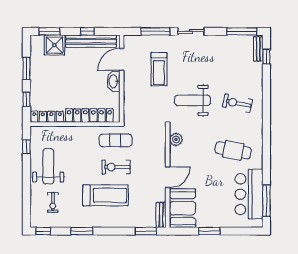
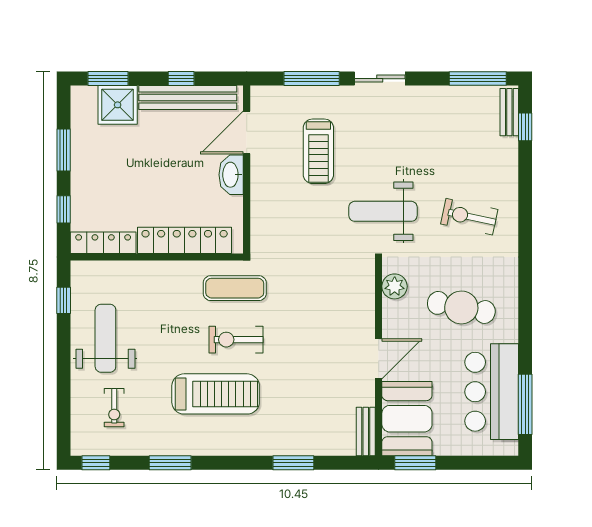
plant: (176, 139) -> (395, 286), moved
door: (168, 177) -> (379, 359), moved
wall: (168, 177) -> (379, 358), moved
booth: (182, 208) -> (407, 419), moved
bench: (161, 215) -> (366, 432), moved

